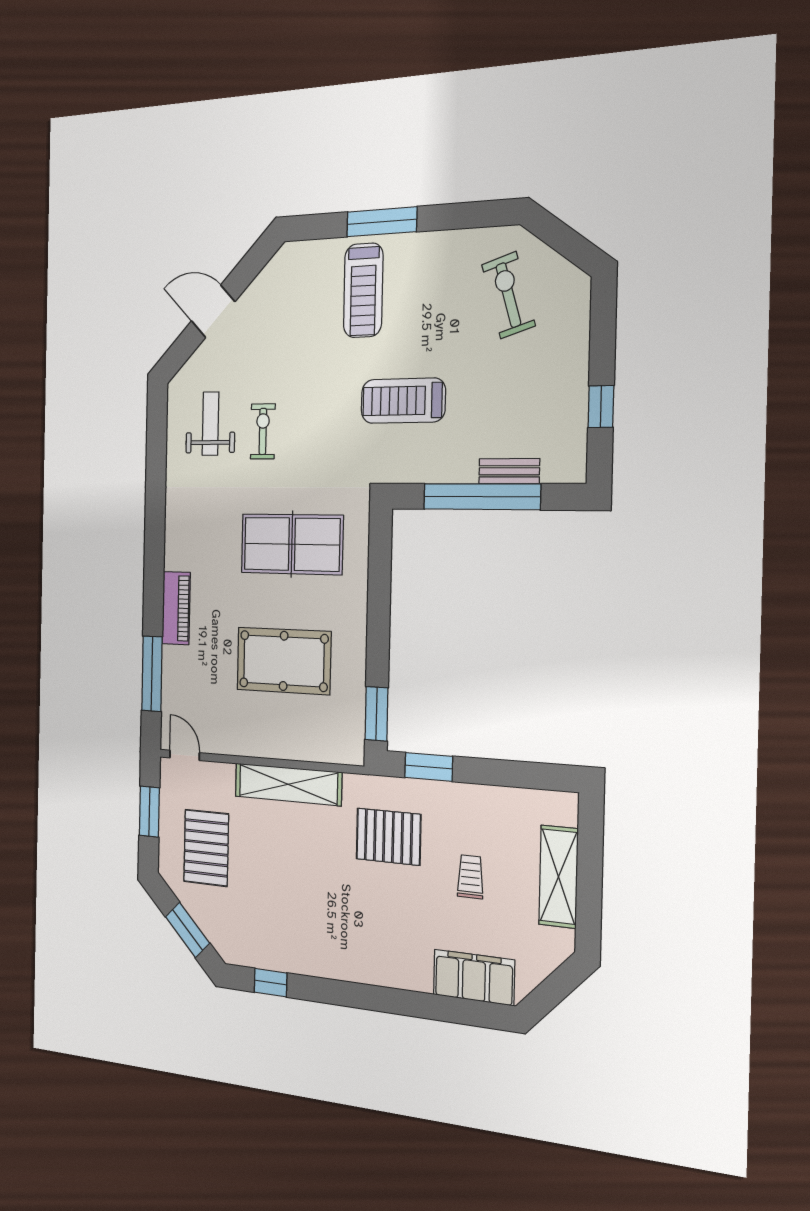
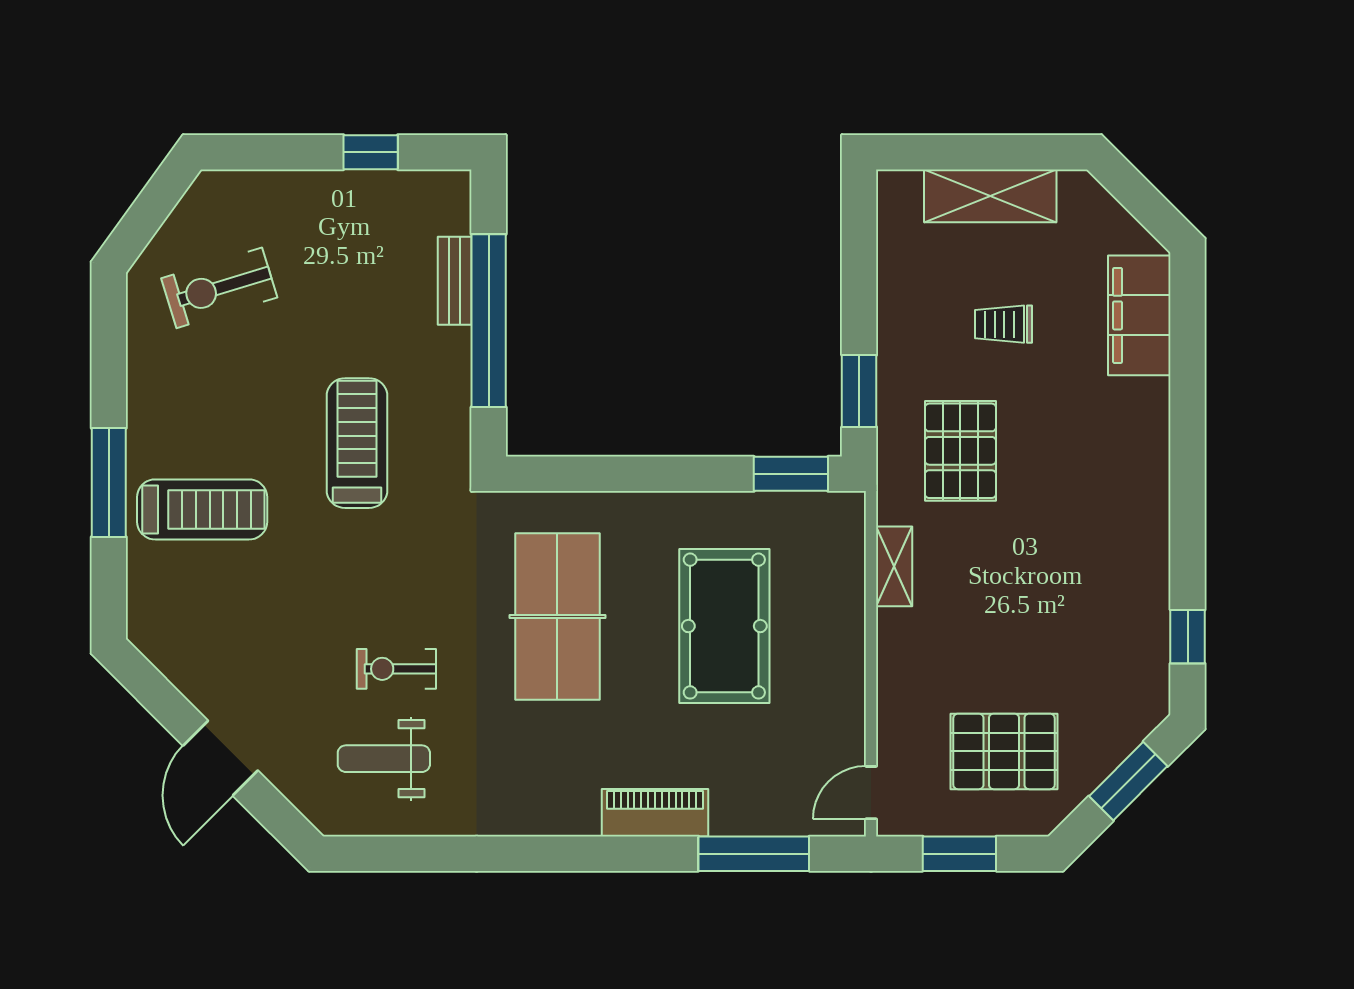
treadmill: (403, 401) -> (357, 443), turned 180
shelving: (288, 784) -> (894, 566), width x0.45, depth x0.75

